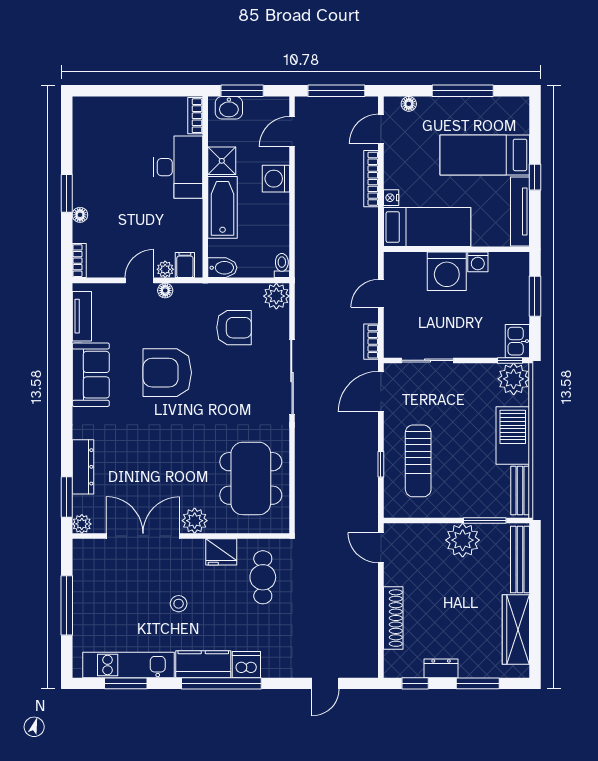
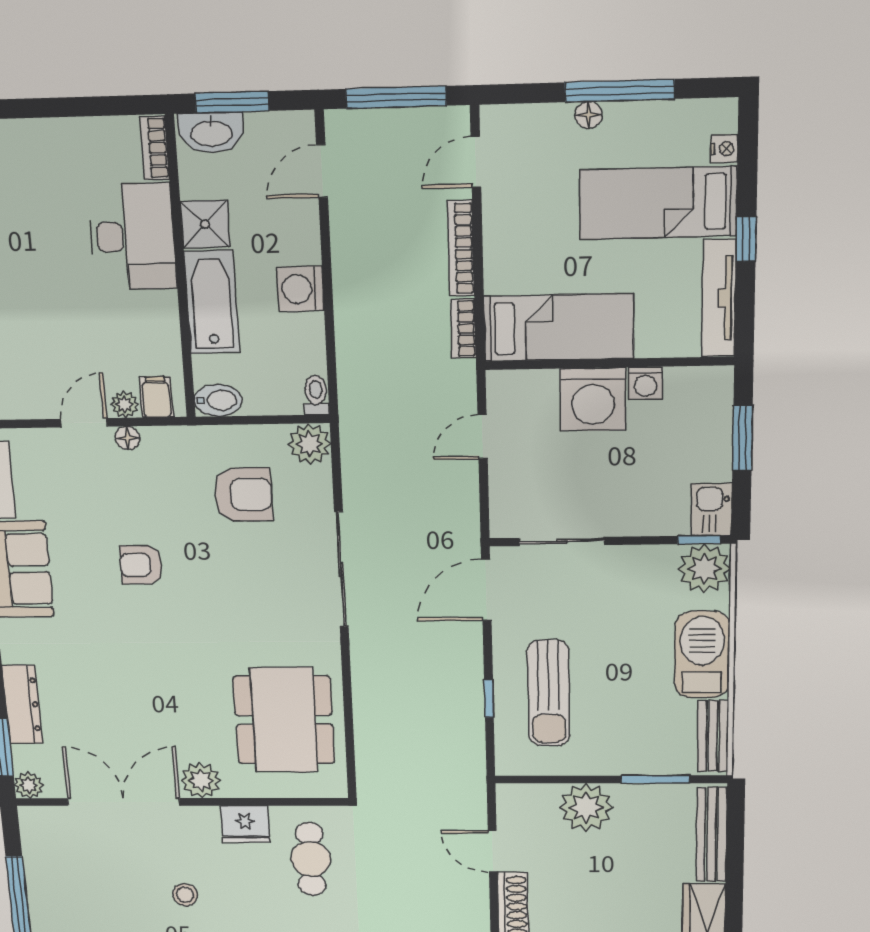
floor lamp: (409, 104) -> (588, 115), moved
washbasin: (229, 108) -> (211, 133), width x1.38
washing machine: (276, 179) -> (300, 289), moved
nightstand: (391, 198) -> (724, 149), moved, turned 180
bookcase: (371, 342) -> (463, 329), moved
armchair: (167, 373) -> (141, 565), width x0.53, depth x0.53
plant: (463, 540) -> (586, 807), moved
door: (381, 548) -> (493, 851), moved

